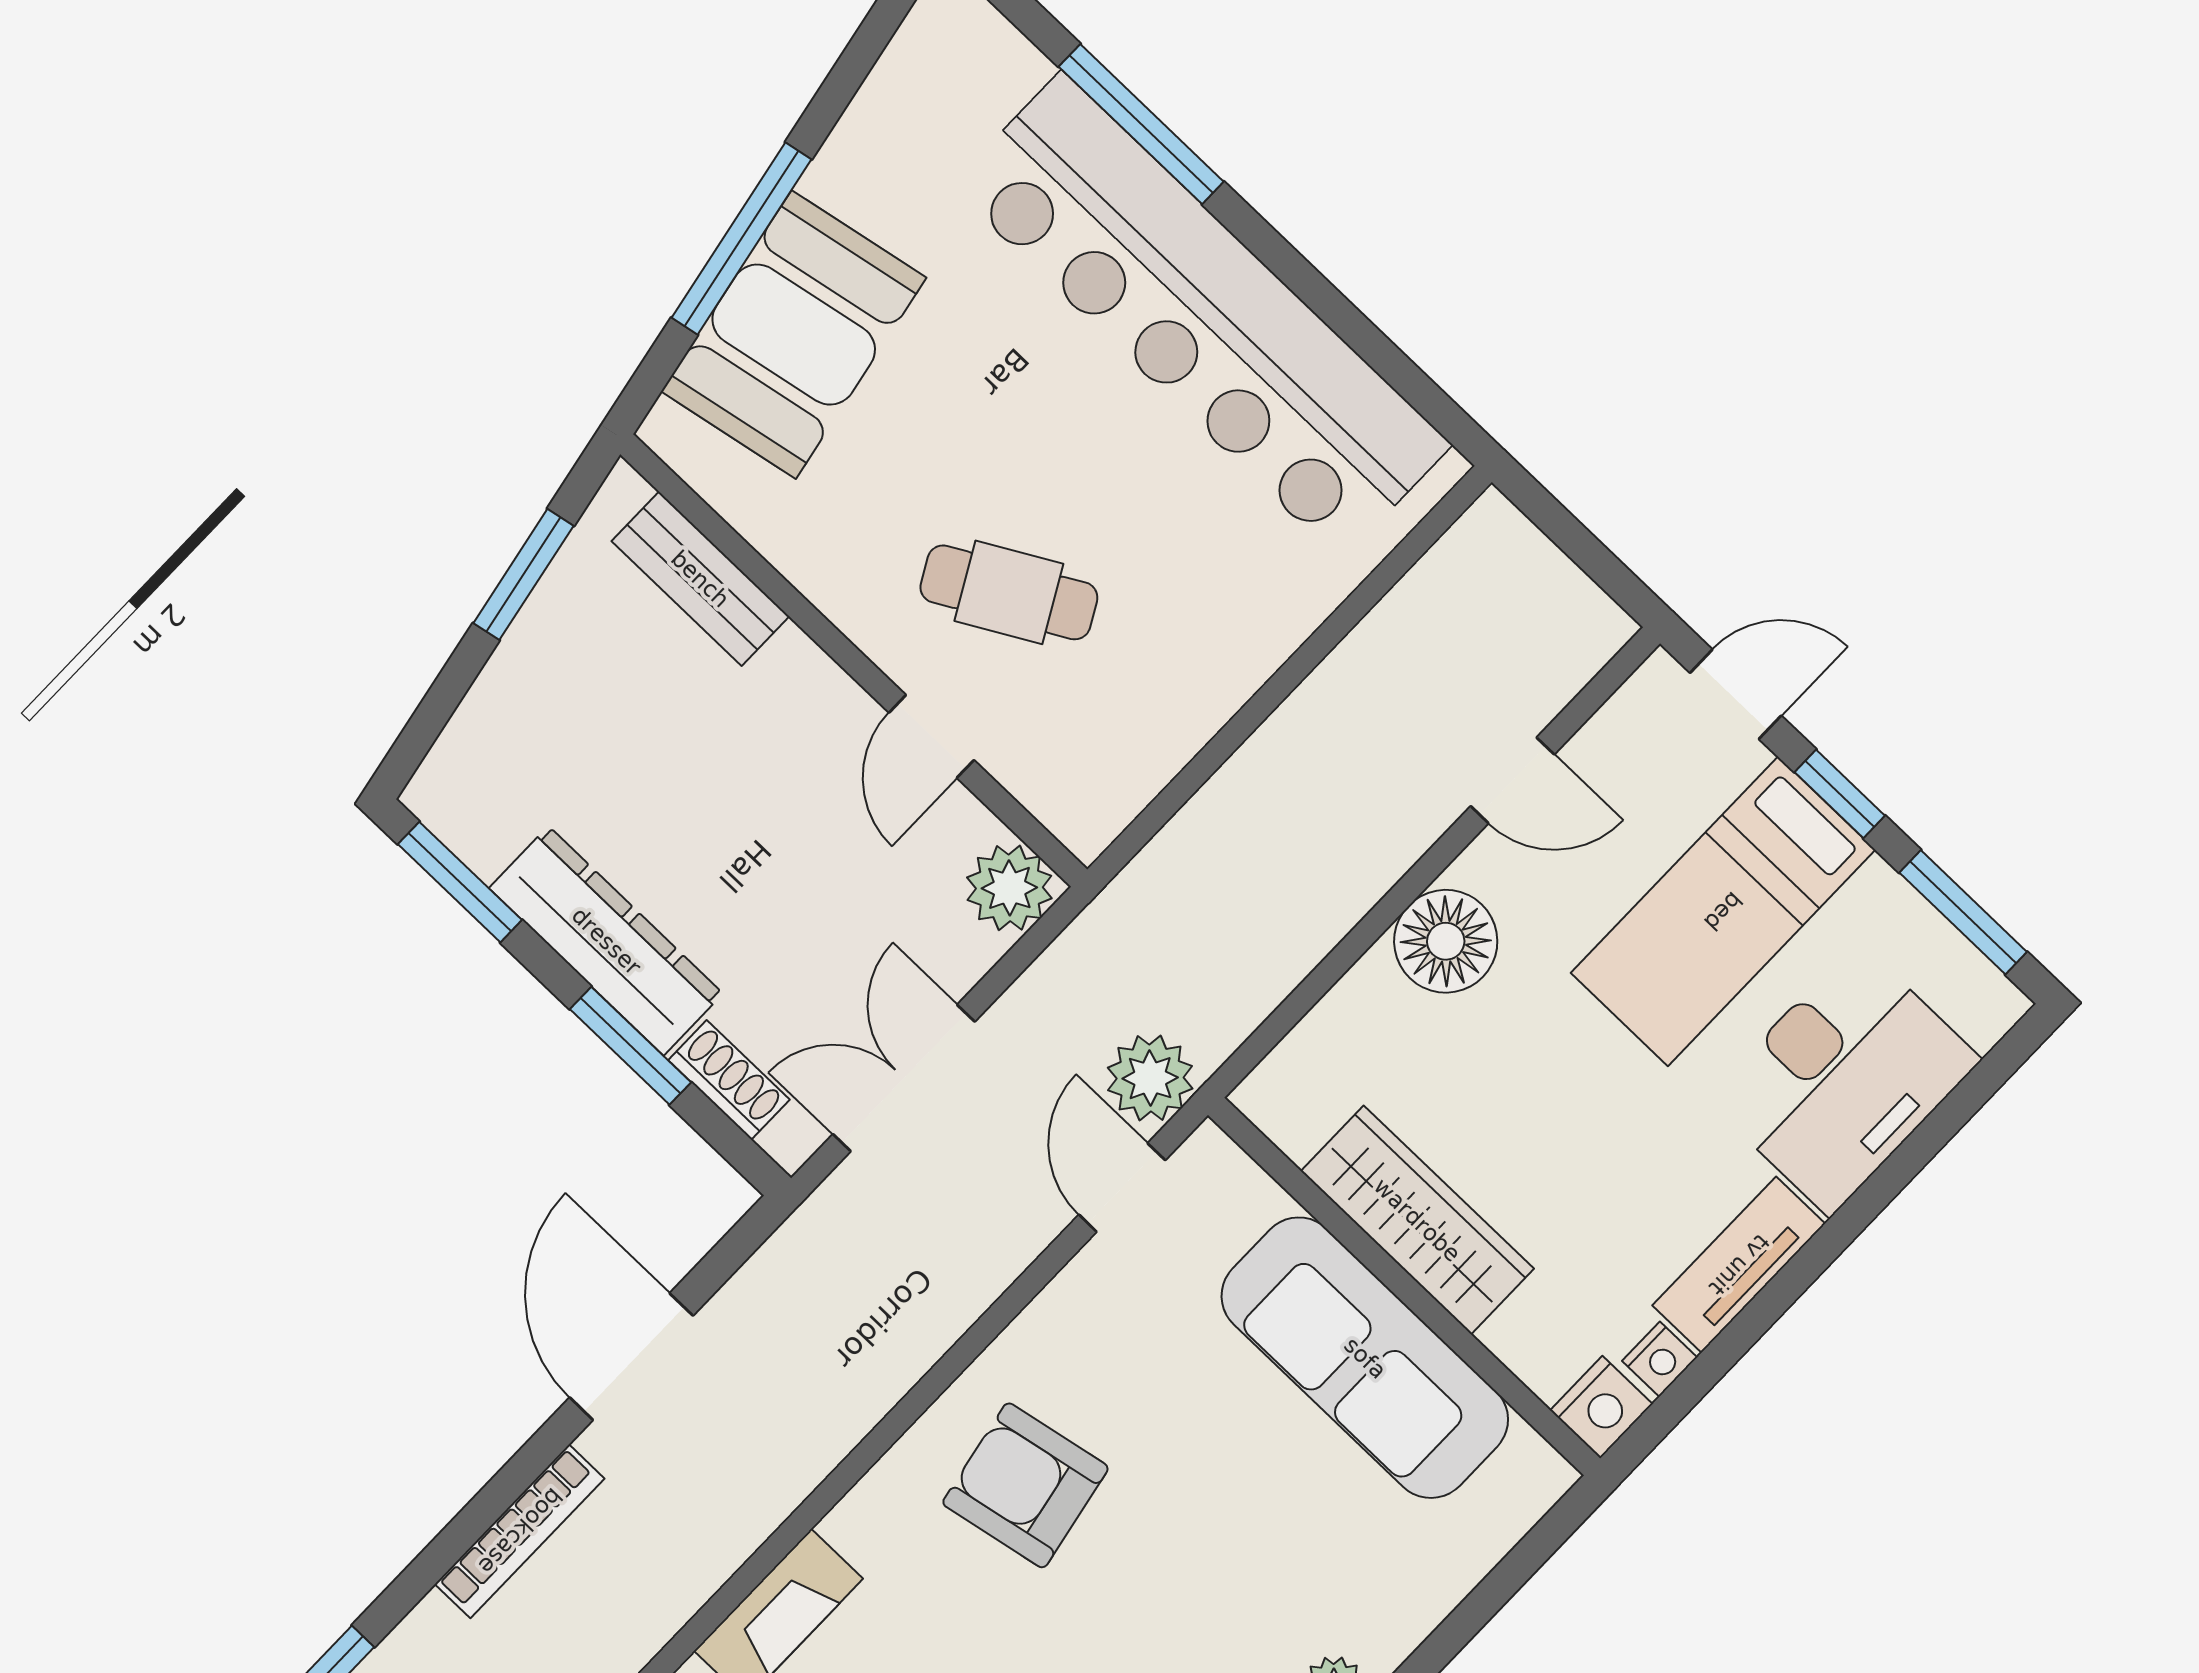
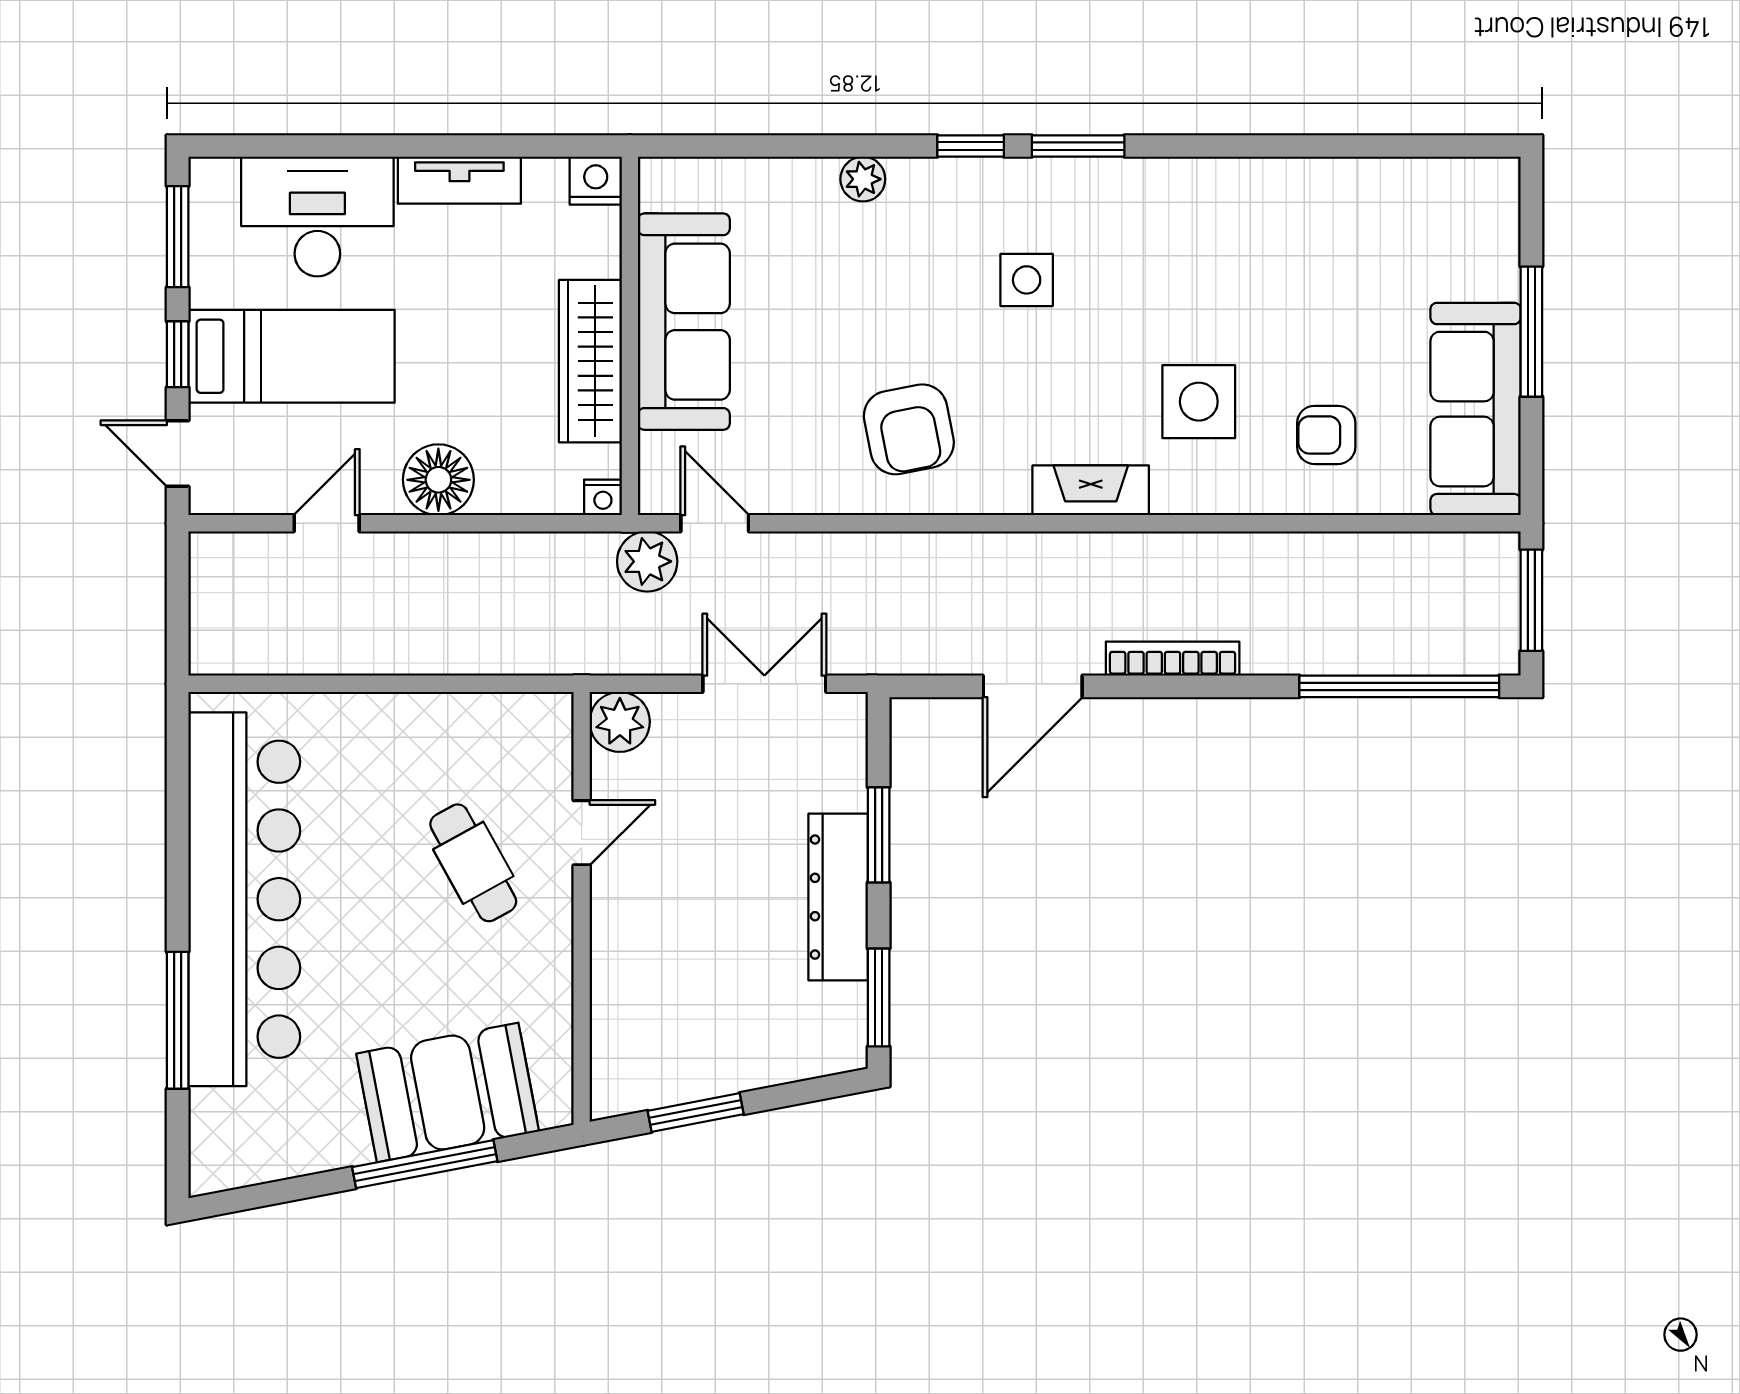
bench: (700, 579) -> (613, 1023), removed
door: (1513, 780) -> (327, 523), hinge flipped
double door: (904, 1078) -> (764, 684), swing flipped
shoe rack: (729, 1080) -> (849, 770), removed
door: (1122, 1187) -> (715, 523), swing flipped
nightstand: (1660, 1359) -> (603, 497), moved, turned 180

